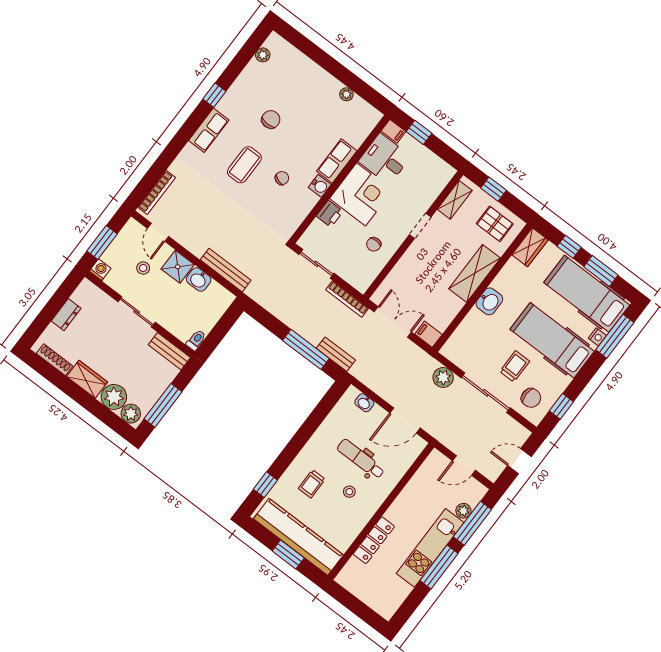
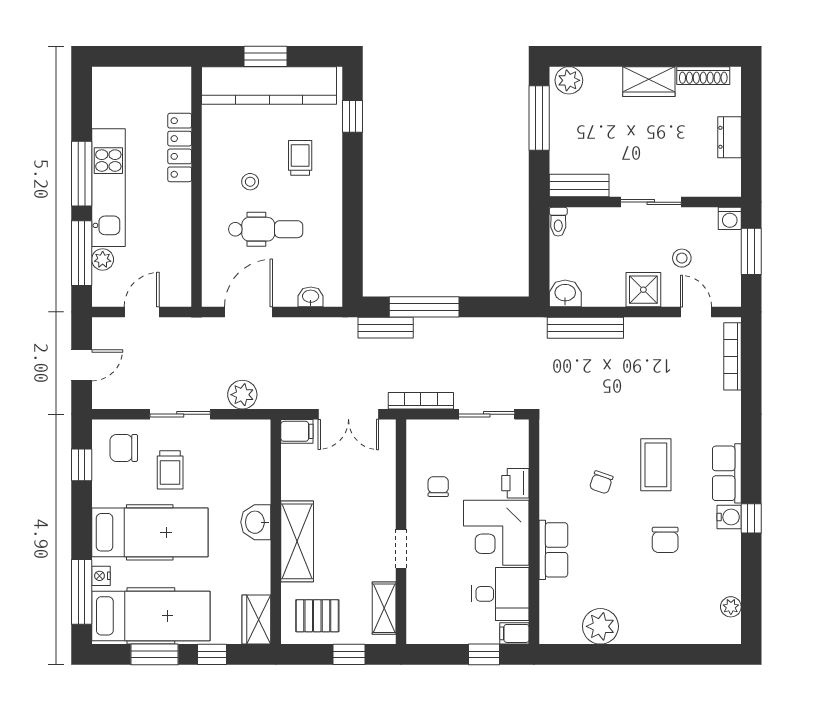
plant: (346, 94) -> (600, 626), width x1.88, depth x1.88
water cooler: (320, 186) -> (729, 517), moved, turned 180
washbasin: (199, 279) -> (565, 293), moved
sliding door: (486, 393) -> (180, 414), width x0.73
plant: (114, 397) -> (603, 85), removed

